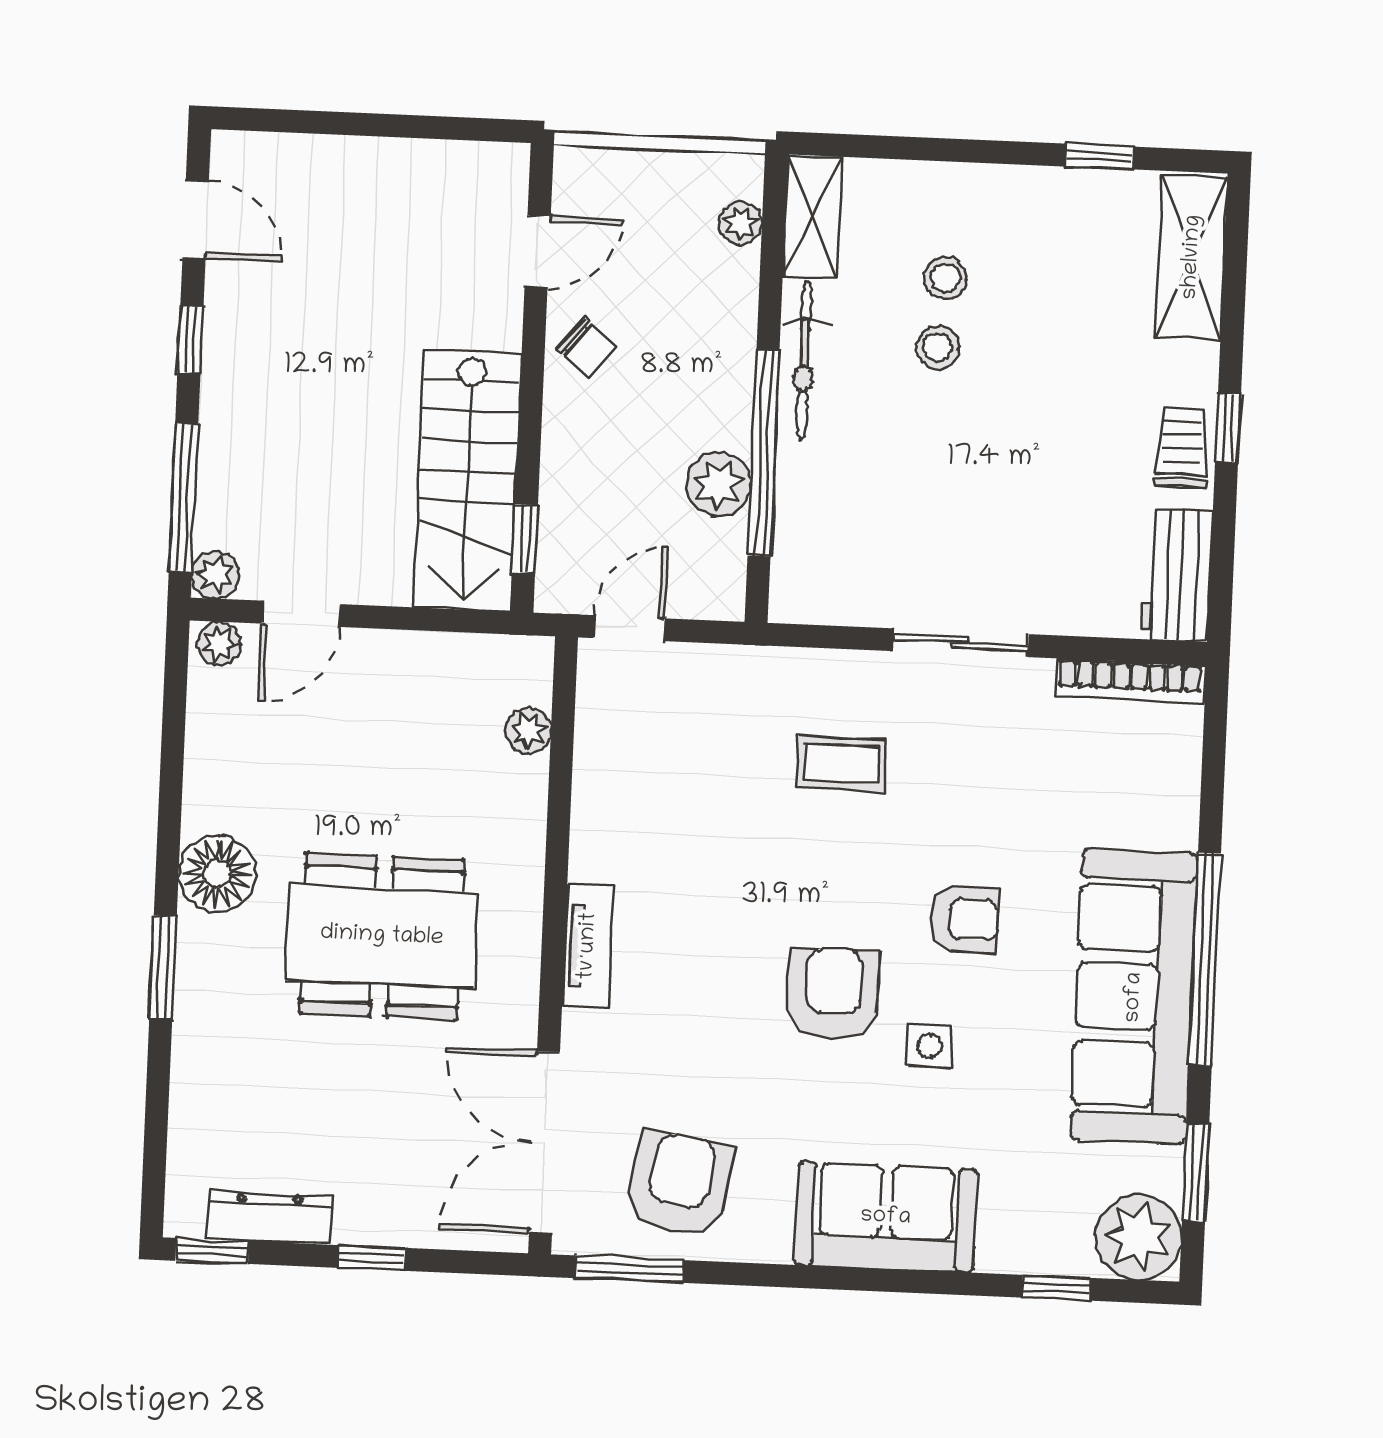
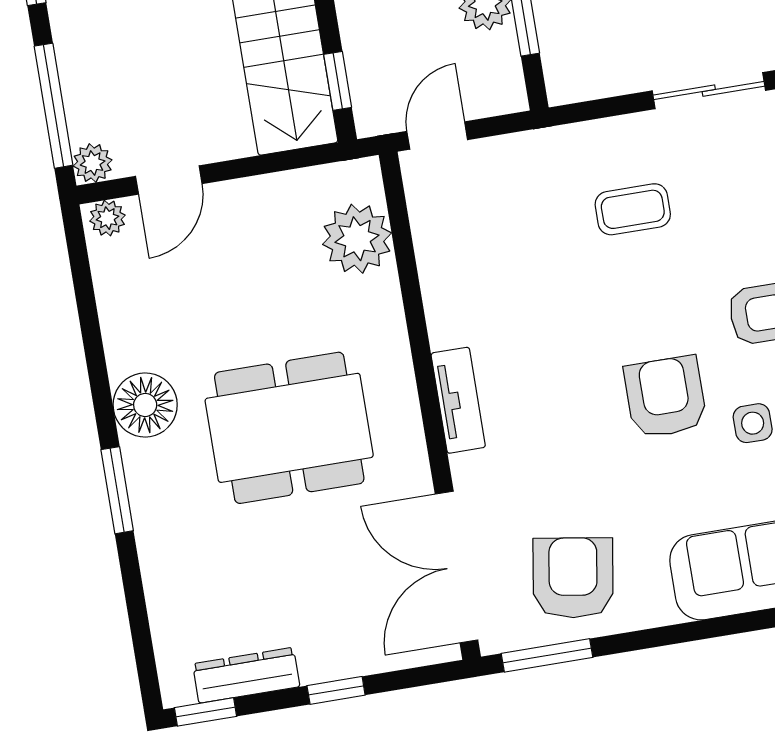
plant: (528, 731) -> (357, 239), width x1.87, depth x1.87

